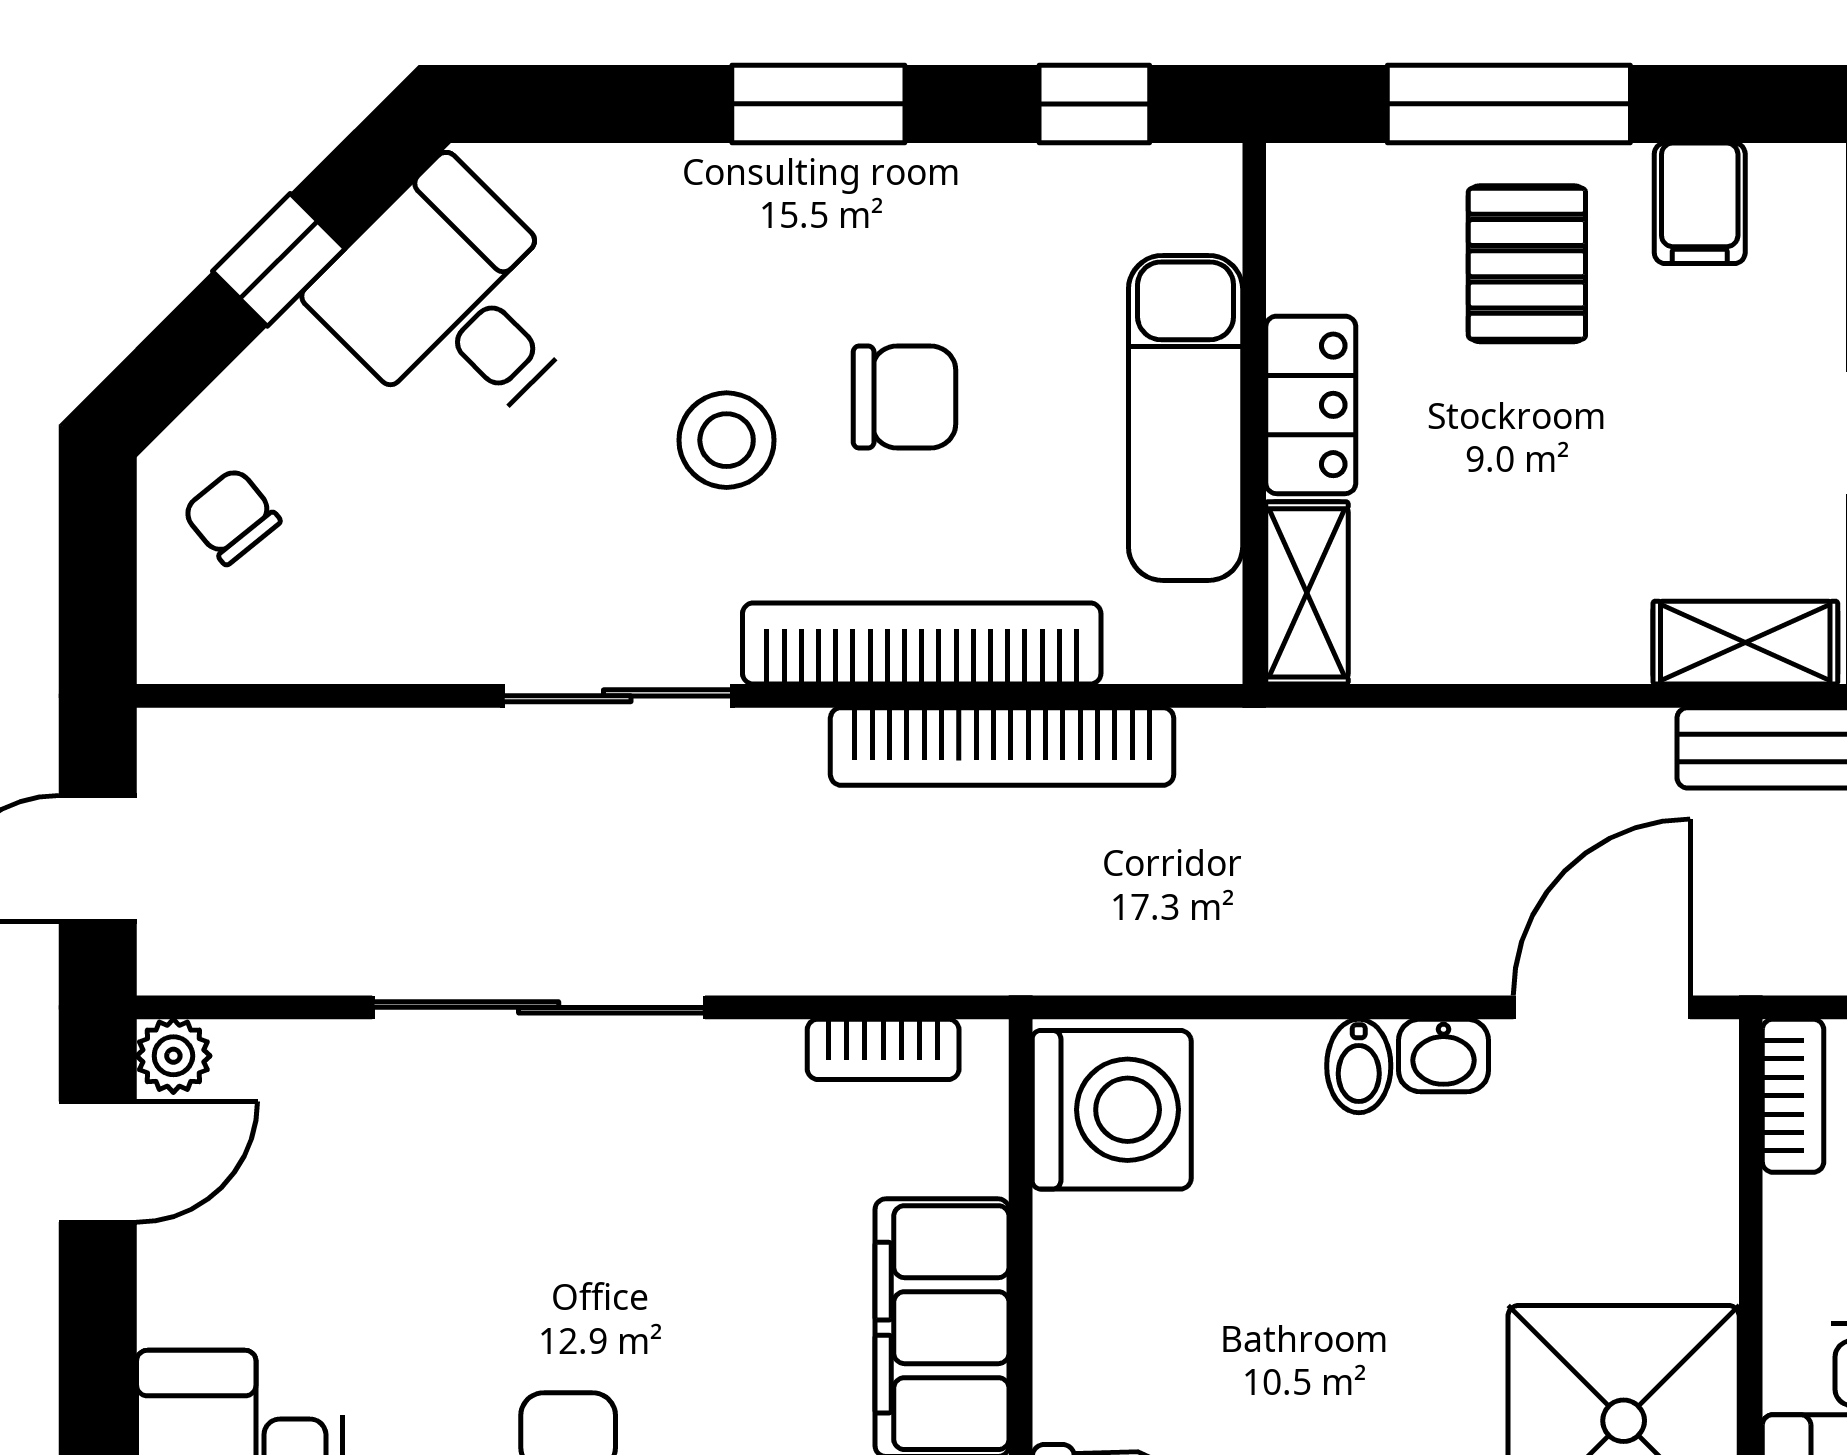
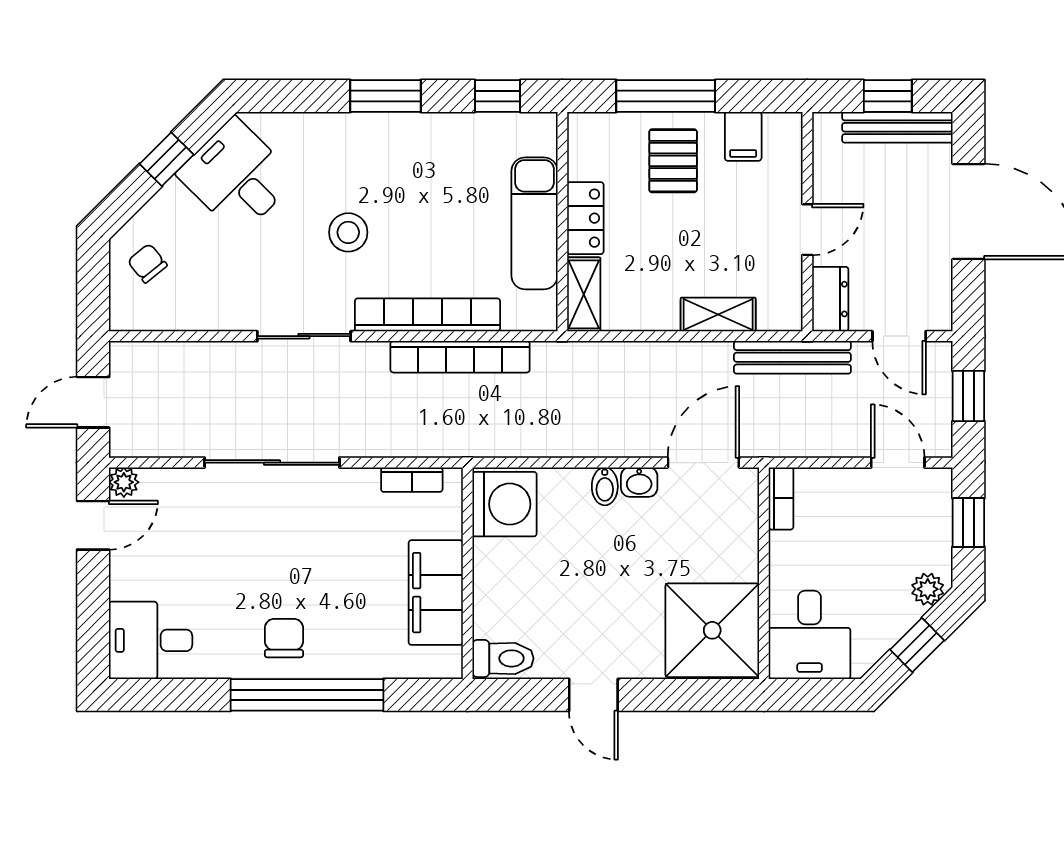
chair: (905, 397) -> (420, 215), removed
shelving: (1745, 643) -> (718, 315), moved

